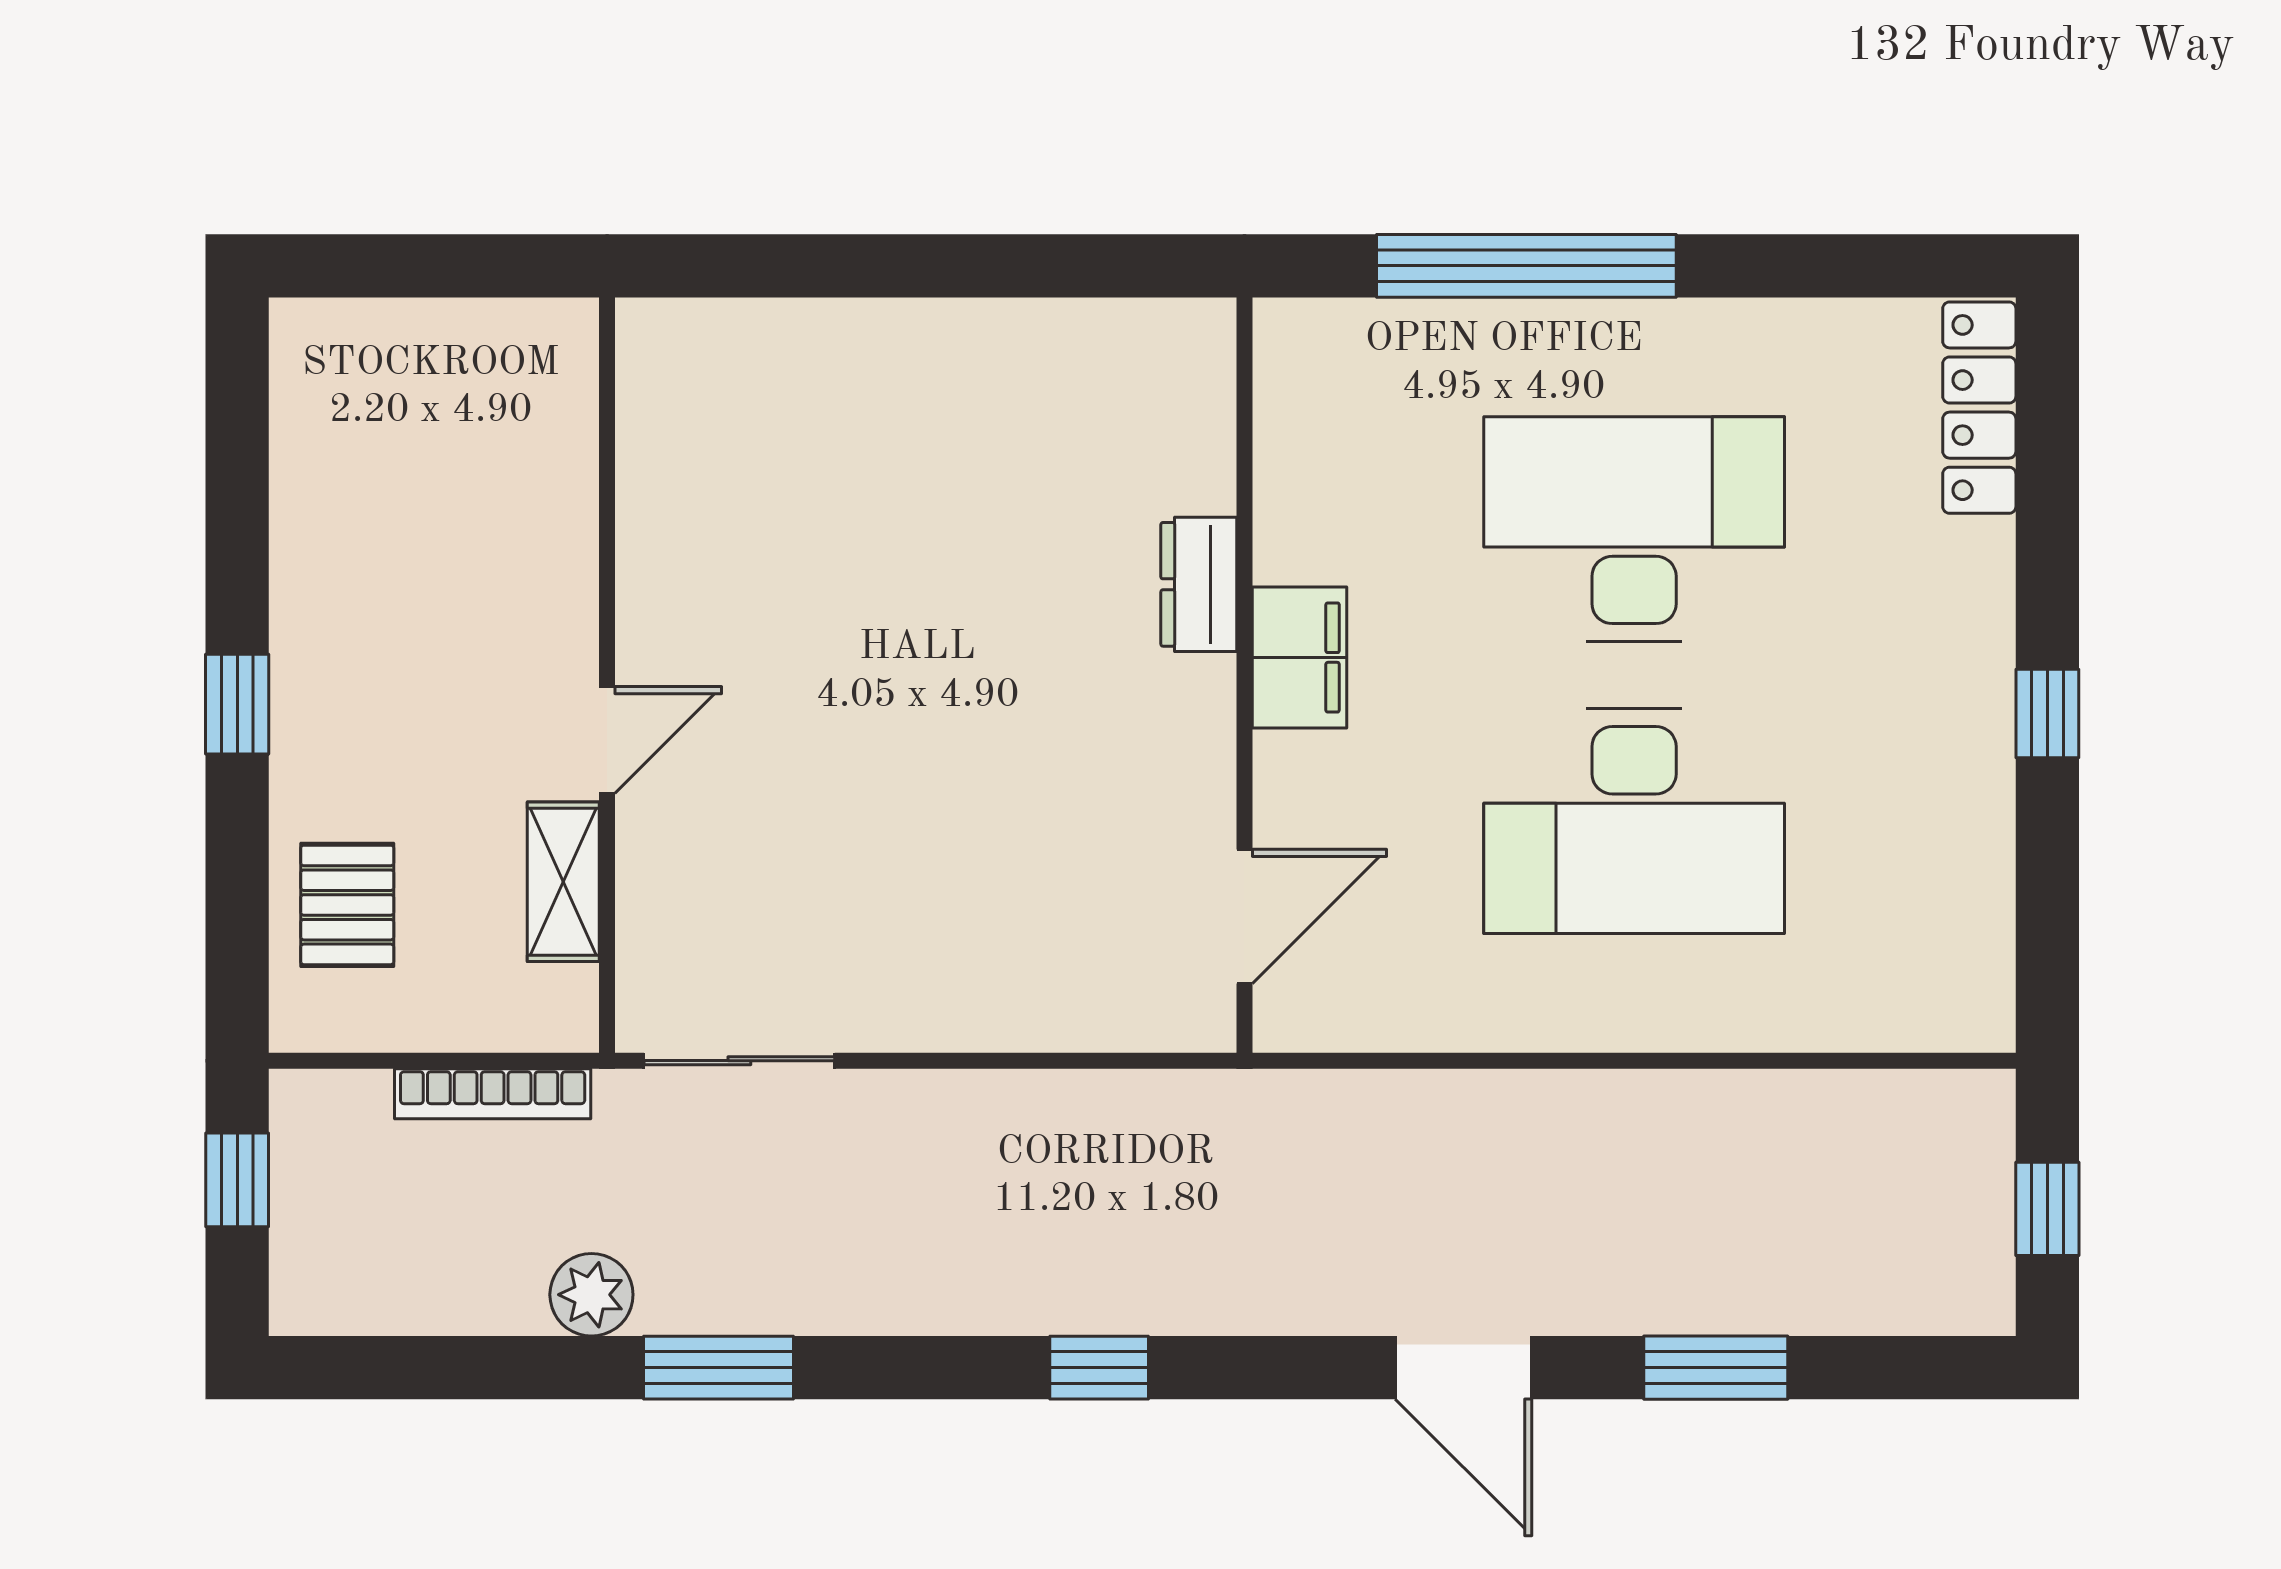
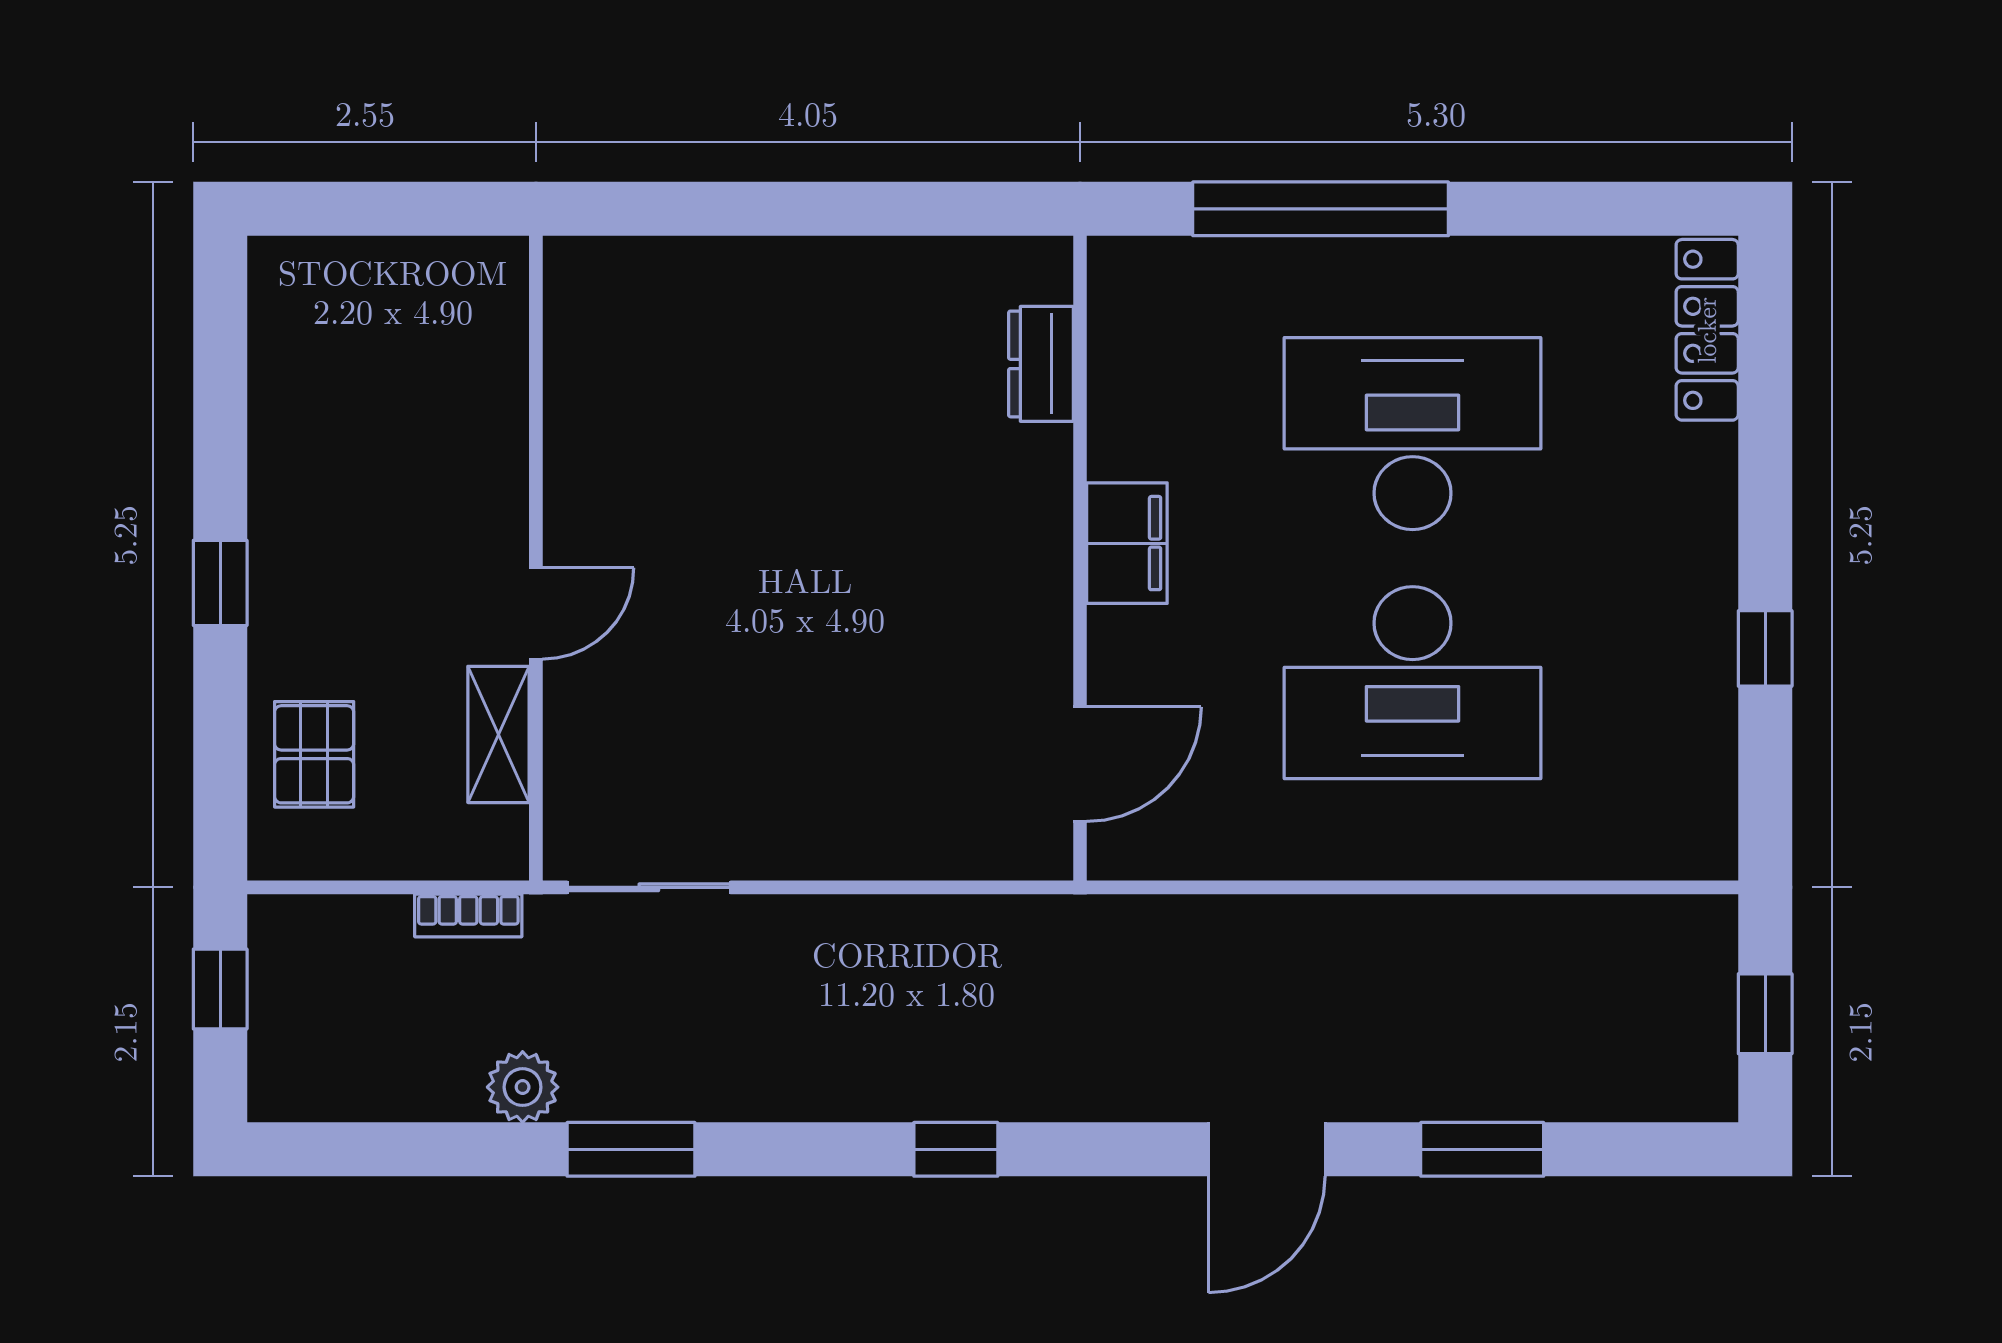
dresser: (1199, 584) -> (1041, 364), moved
window: (2047, 714) -> (1765, 648), moved
bookcase: (493, 1094) -> (468, 915), width x0.64
door: (1463, 1368) -> (1267, 1149), hinge flipped

